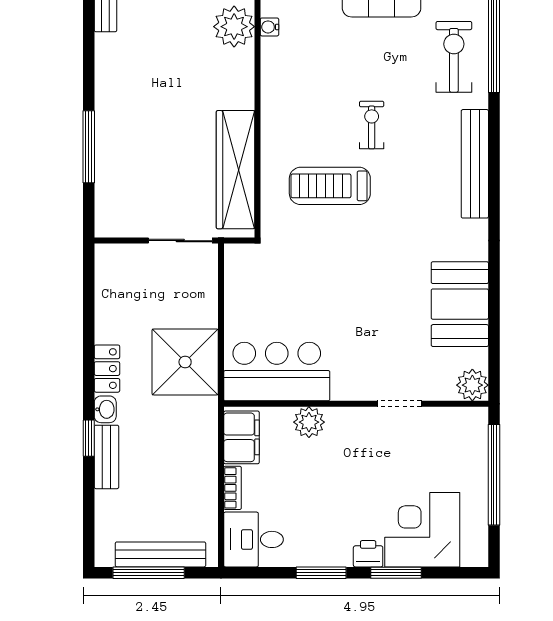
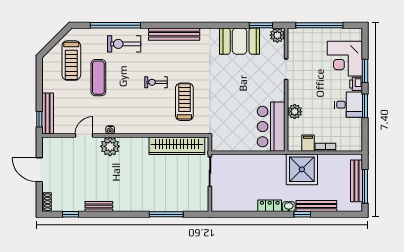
treadmill: (330, 186) -> (184, 102), turned 180
window: (494, 350) -> (261, 25), added
shower: (185, 362) -> (302, 169), moved
filing cabinet: (241, 437) -> (308, 143), width x0.50
bench: (107, 457) -> (316, 206), width x1.36
desk: (253, 539) -> (348, 105), moved, turned -90

